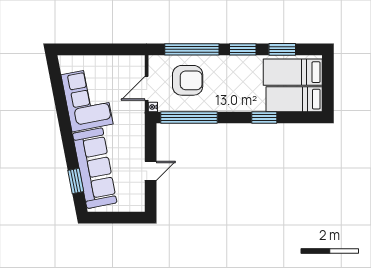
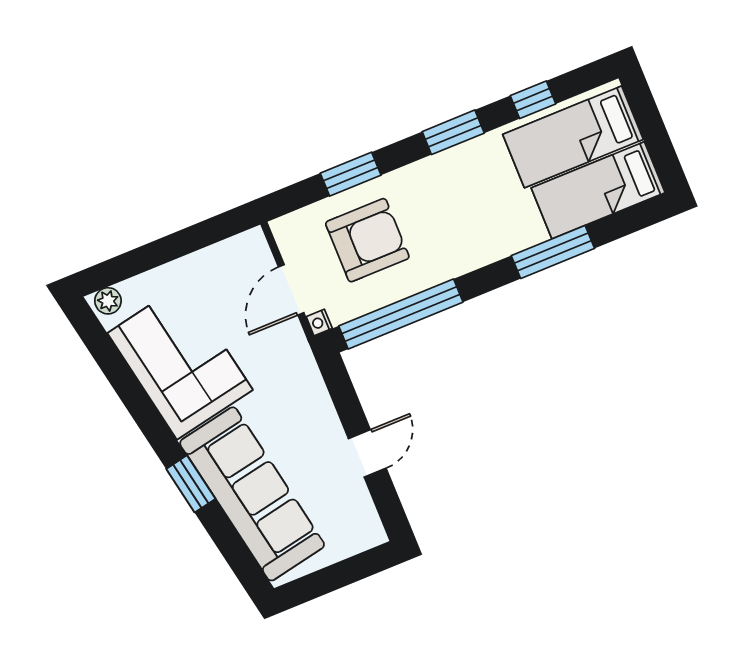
window: (192, 49) -> (351, 174), width x0.47
window: (282, 49) -> (533, 100), width x0.67
plant: (67, 61) -> (108, 301), added
window: (264, 117) -> (553, 252), width x1.44
window: (76, 181) -> (191, 484), moved

